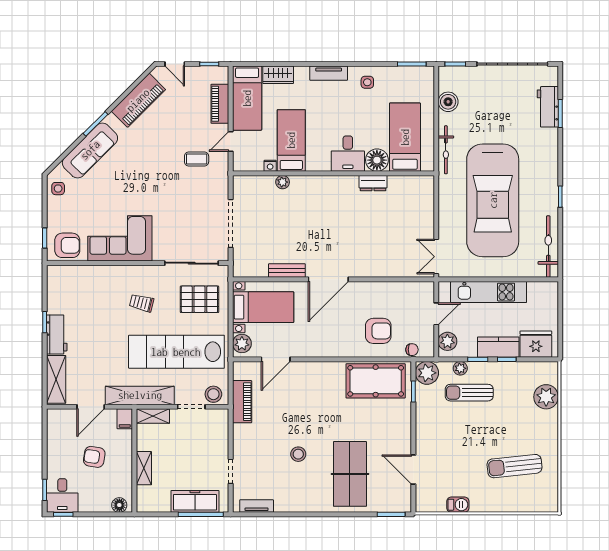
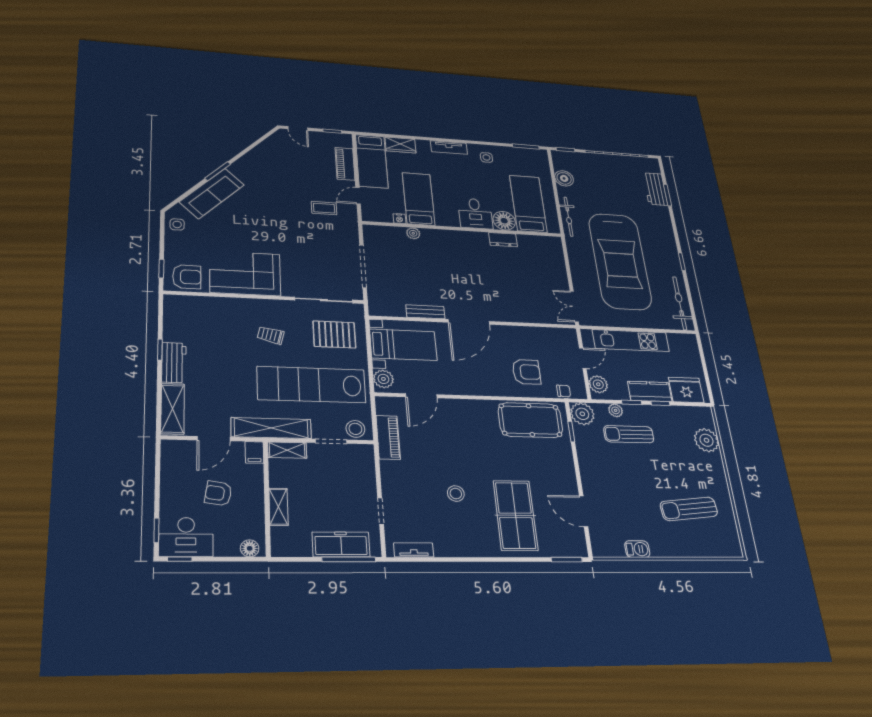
piano: (138, 100) -> (262, 155), removed
desk: (62, 496) -> (186, 537), width x1.37

